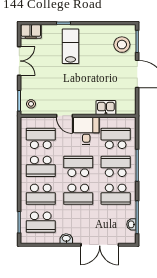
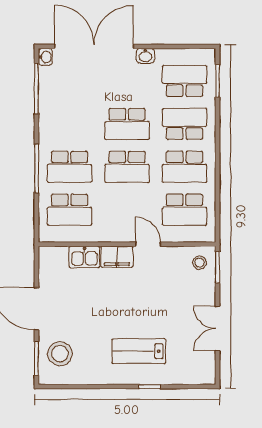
filing cabinet: (31, 31) -> (117, 257), moved, turned 180
lab bench: (71, 46) -> (139, 351), turned 90
desk: (86, 131) -> (115, 221), removed
school desk: (41, 166) -> (185, 167), turned 180
school desk: (78, 194) -> (127, 124), turned 180
school desk: (116, 194) -> (70, 124), removed
washbasin: (131, 224) -> (45, 57), moved
double door: (100, 245) -> (94, 46), width x1.36

